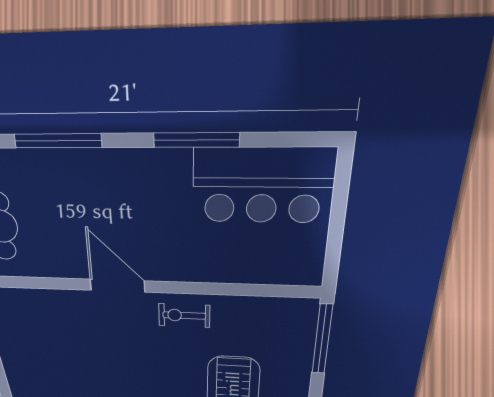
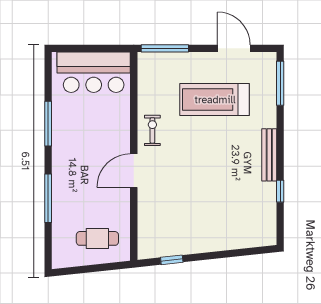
bar counter: (263, 186) -> (94, 72), moved, turned 90
exercise bike: (184, 315) -> (152, 130), turned 180

